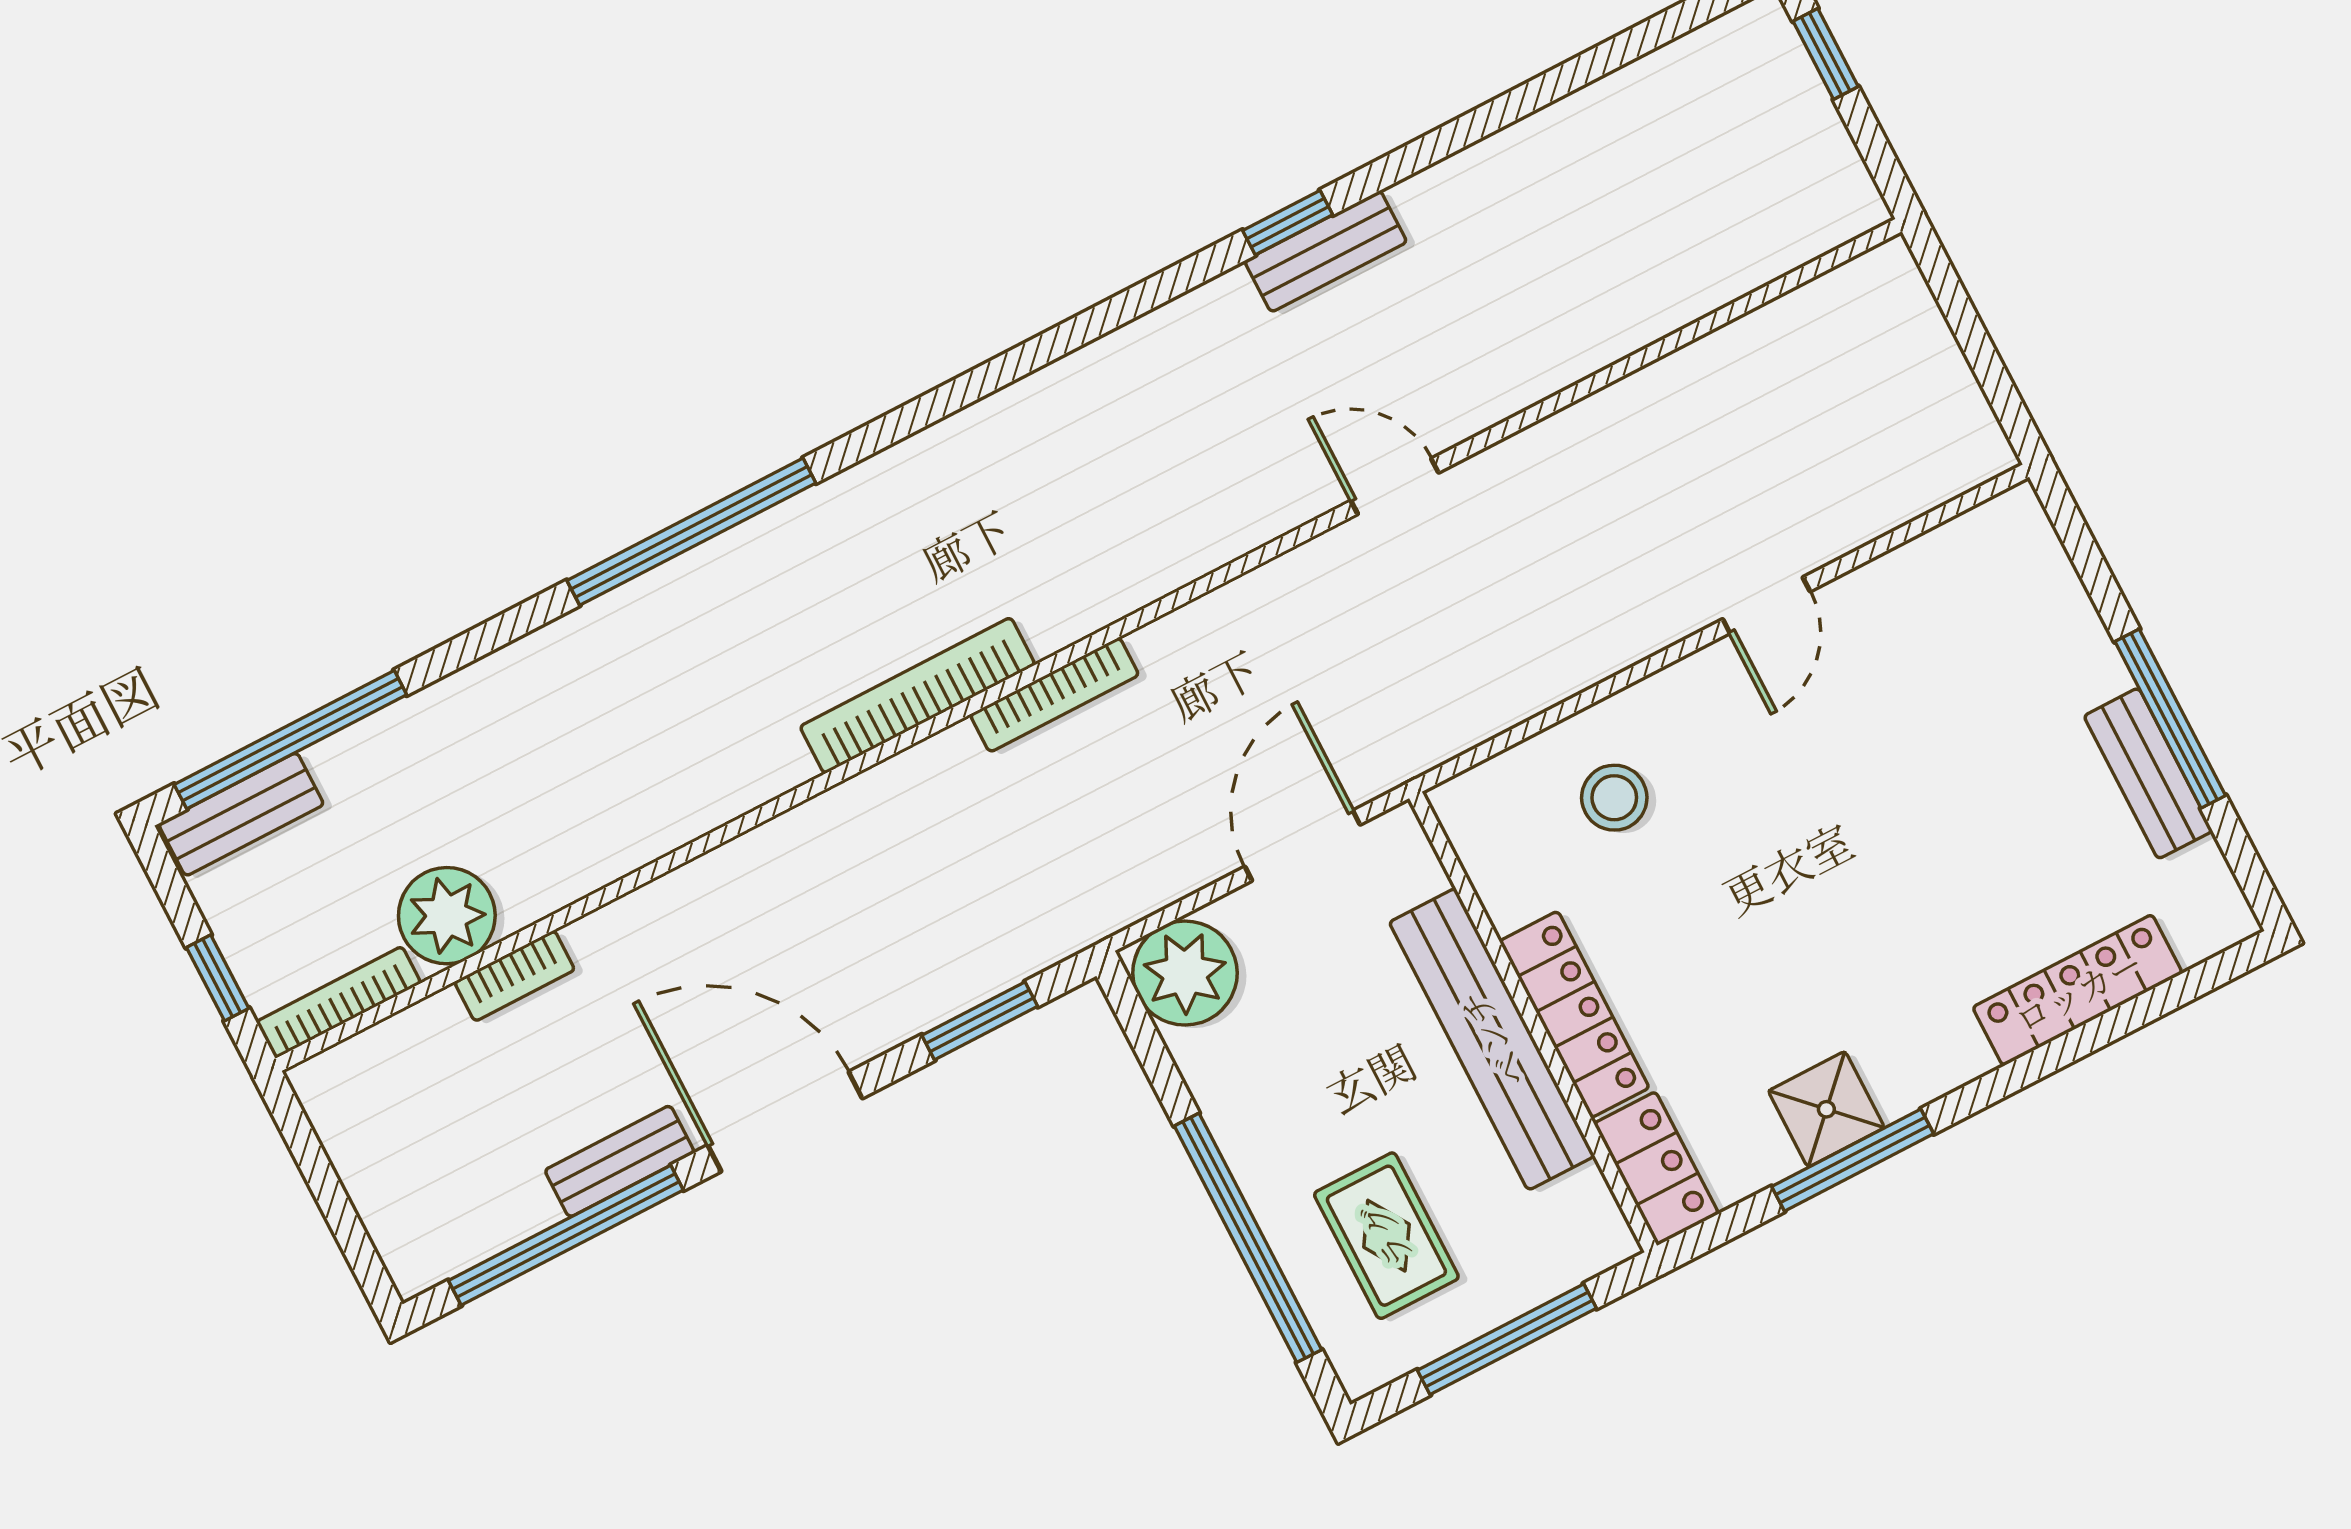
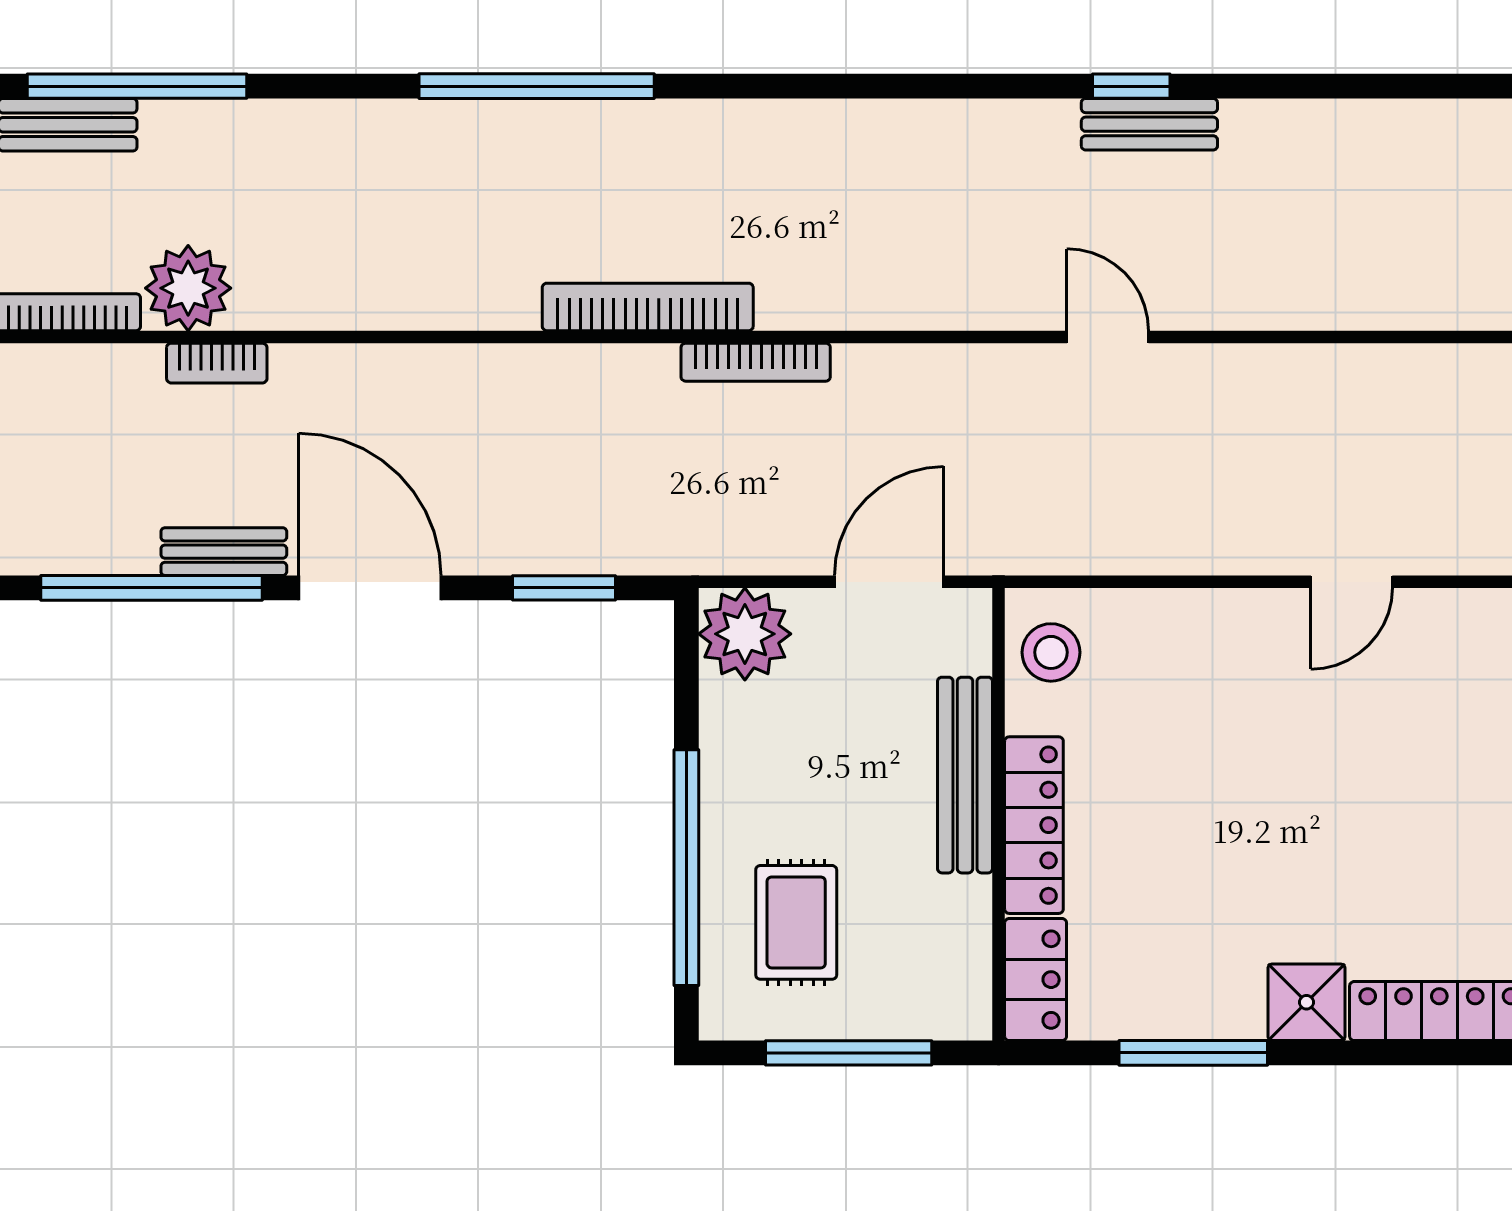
stool: (1614, 798) -> (1051, 652), moved
bench: (1492, 1039) -> (965, 775), width x0.73, depth x0.82
shower: (1826, 1109) -> (1306, 1002), moved

